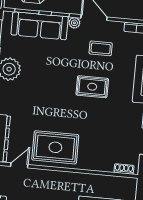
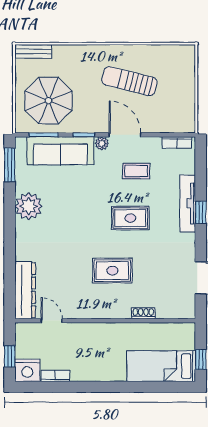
rug: (55, 147) -> (112, 271), moved, width x0.73, depth x0.70
door: (19, 165) -> (52, 321), hinge flipped
shoe rack: (124, 169) -> (143, 313), moved

